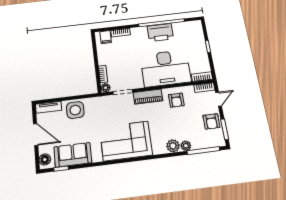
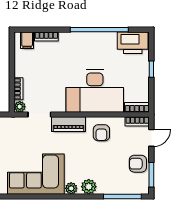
printer: (160, 32) -> (133, 43), moved
armchair: (211, 121) -> (138, 164), turned 90
plant: (186, 146) -> (71, 188), moved

